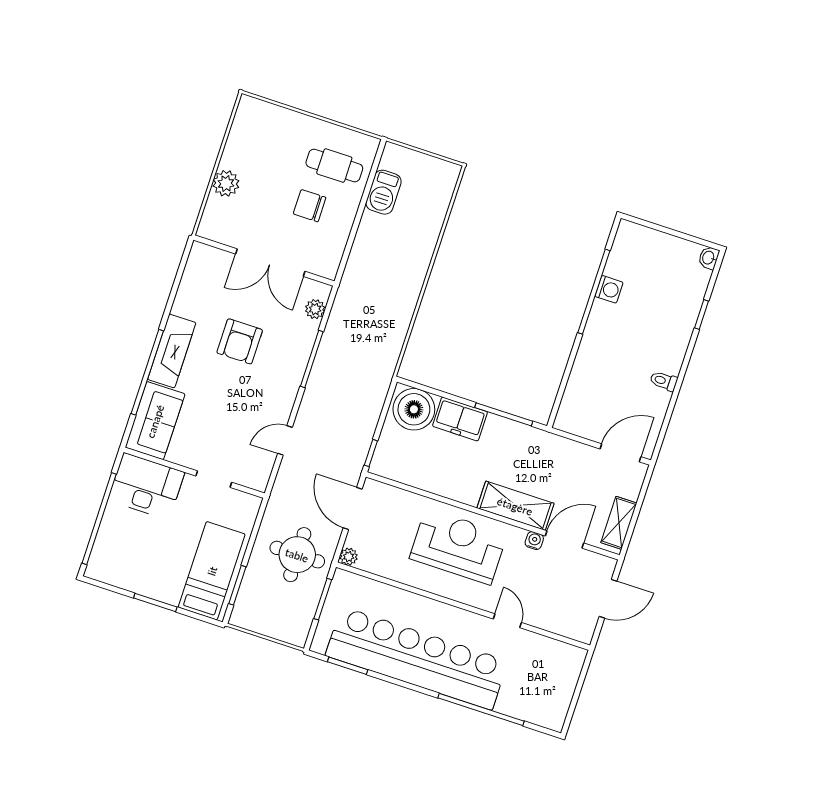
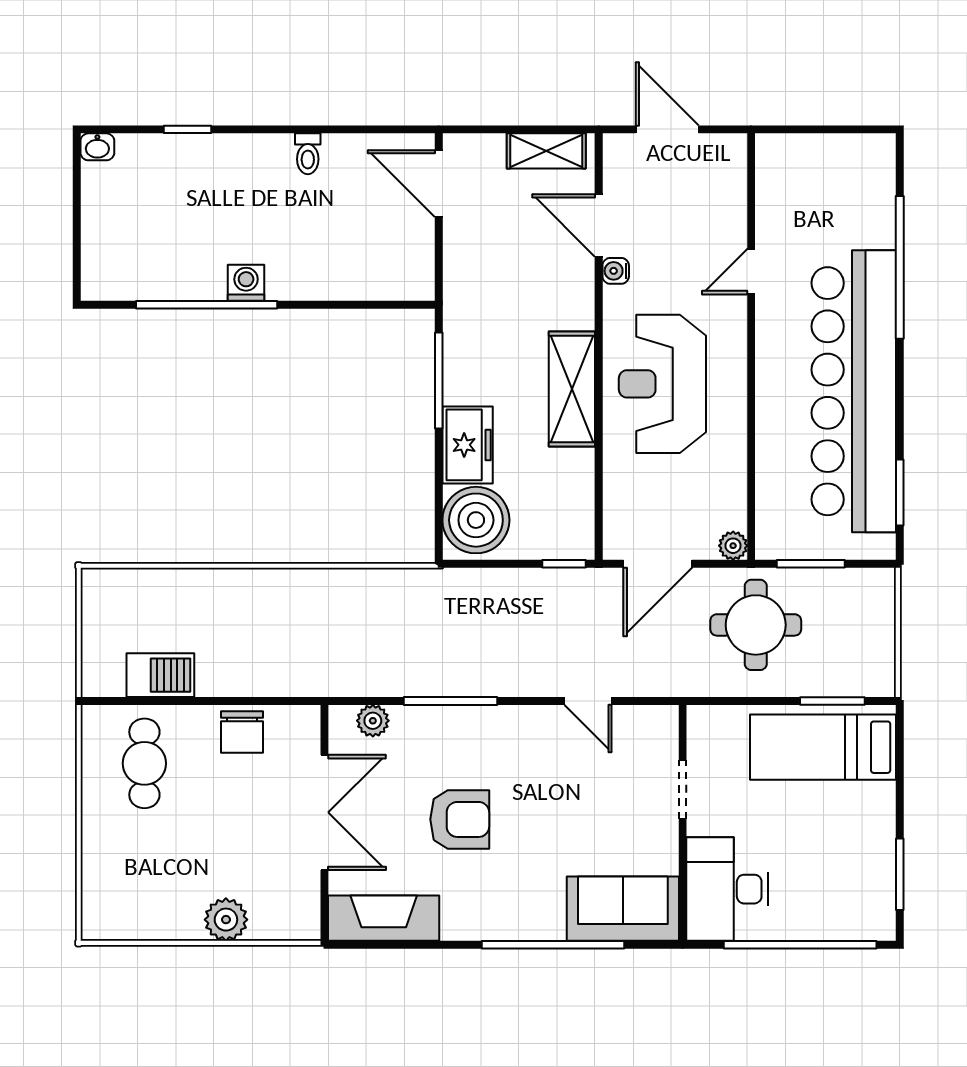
chair: (310, 206) -> (242, 732), moved
washing machine: (609, 289) -> (246, 283), moved
fireplace: (172, 351) -> (384, 918), moved
shelving: (515, 506) -> (572, 389), moved
window: (155, 602) -> (900, 874), moved

